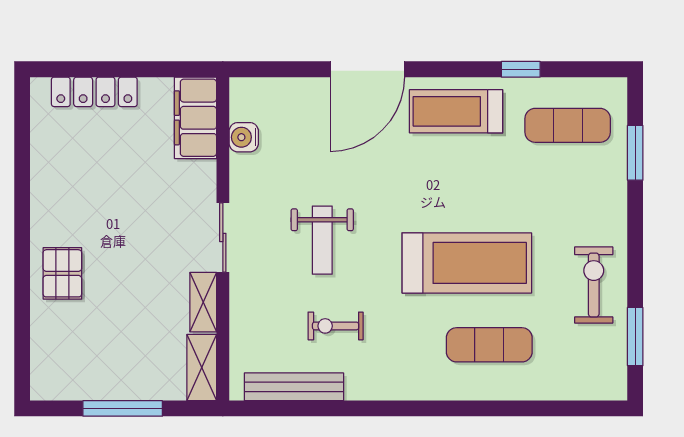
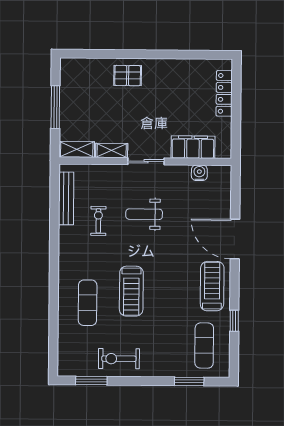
filing cabinet: (196, 118) -> (193, 147), moved
treadmill: (467, 263) -> (131, 291), width x0.73, depth x0.73
exercise bike: (594, 285) -> (119, 359), turned 180

